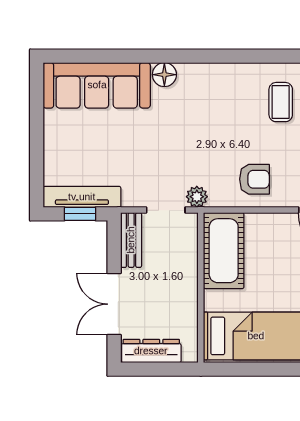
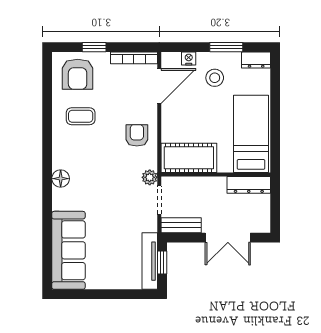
floor lamp: (164, 75) -> (61, 179), moved
dresser: (151, 351) -> (249, 185), moved, turned -90

